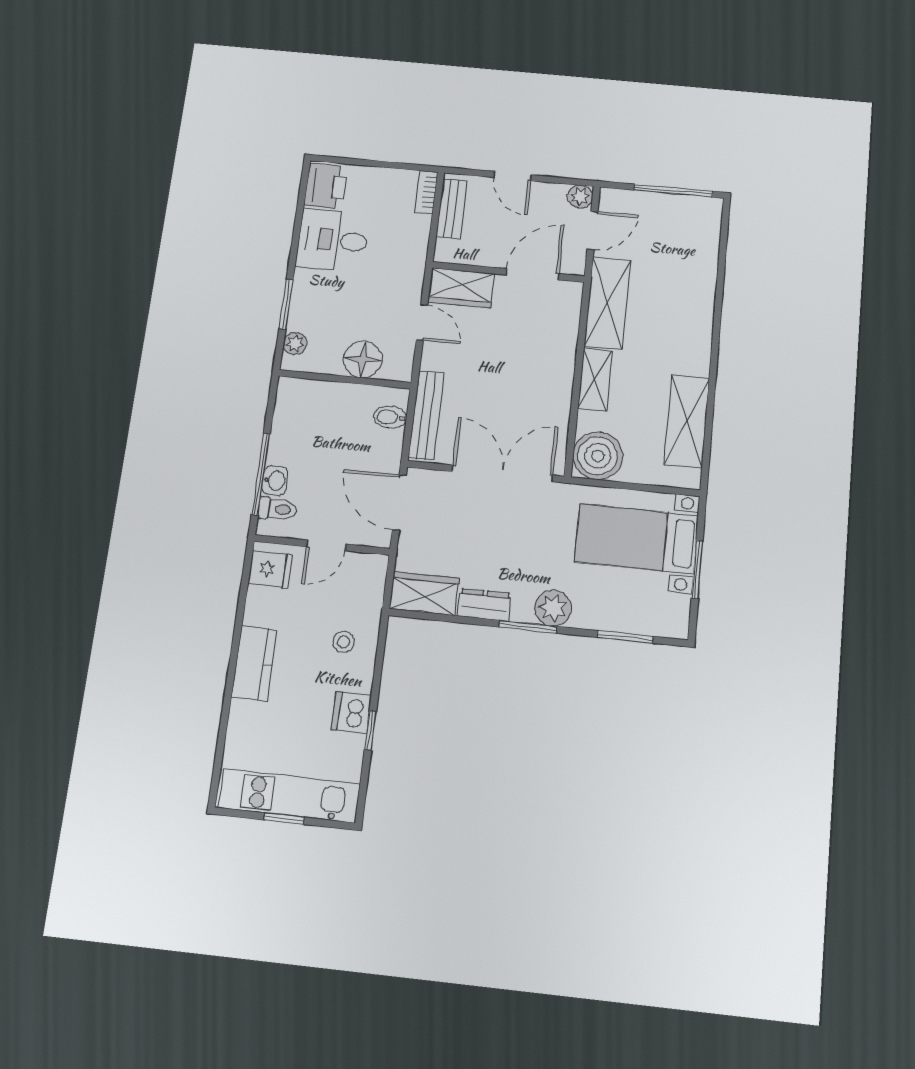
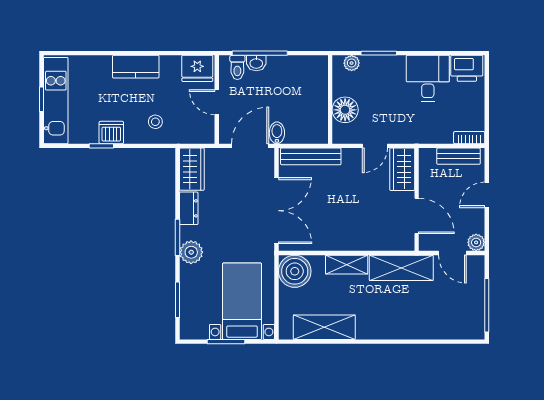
bidet: (390, 417) -> (277, 133), moved
fridge: (270, 569) -> (197, 68), width x1.38

